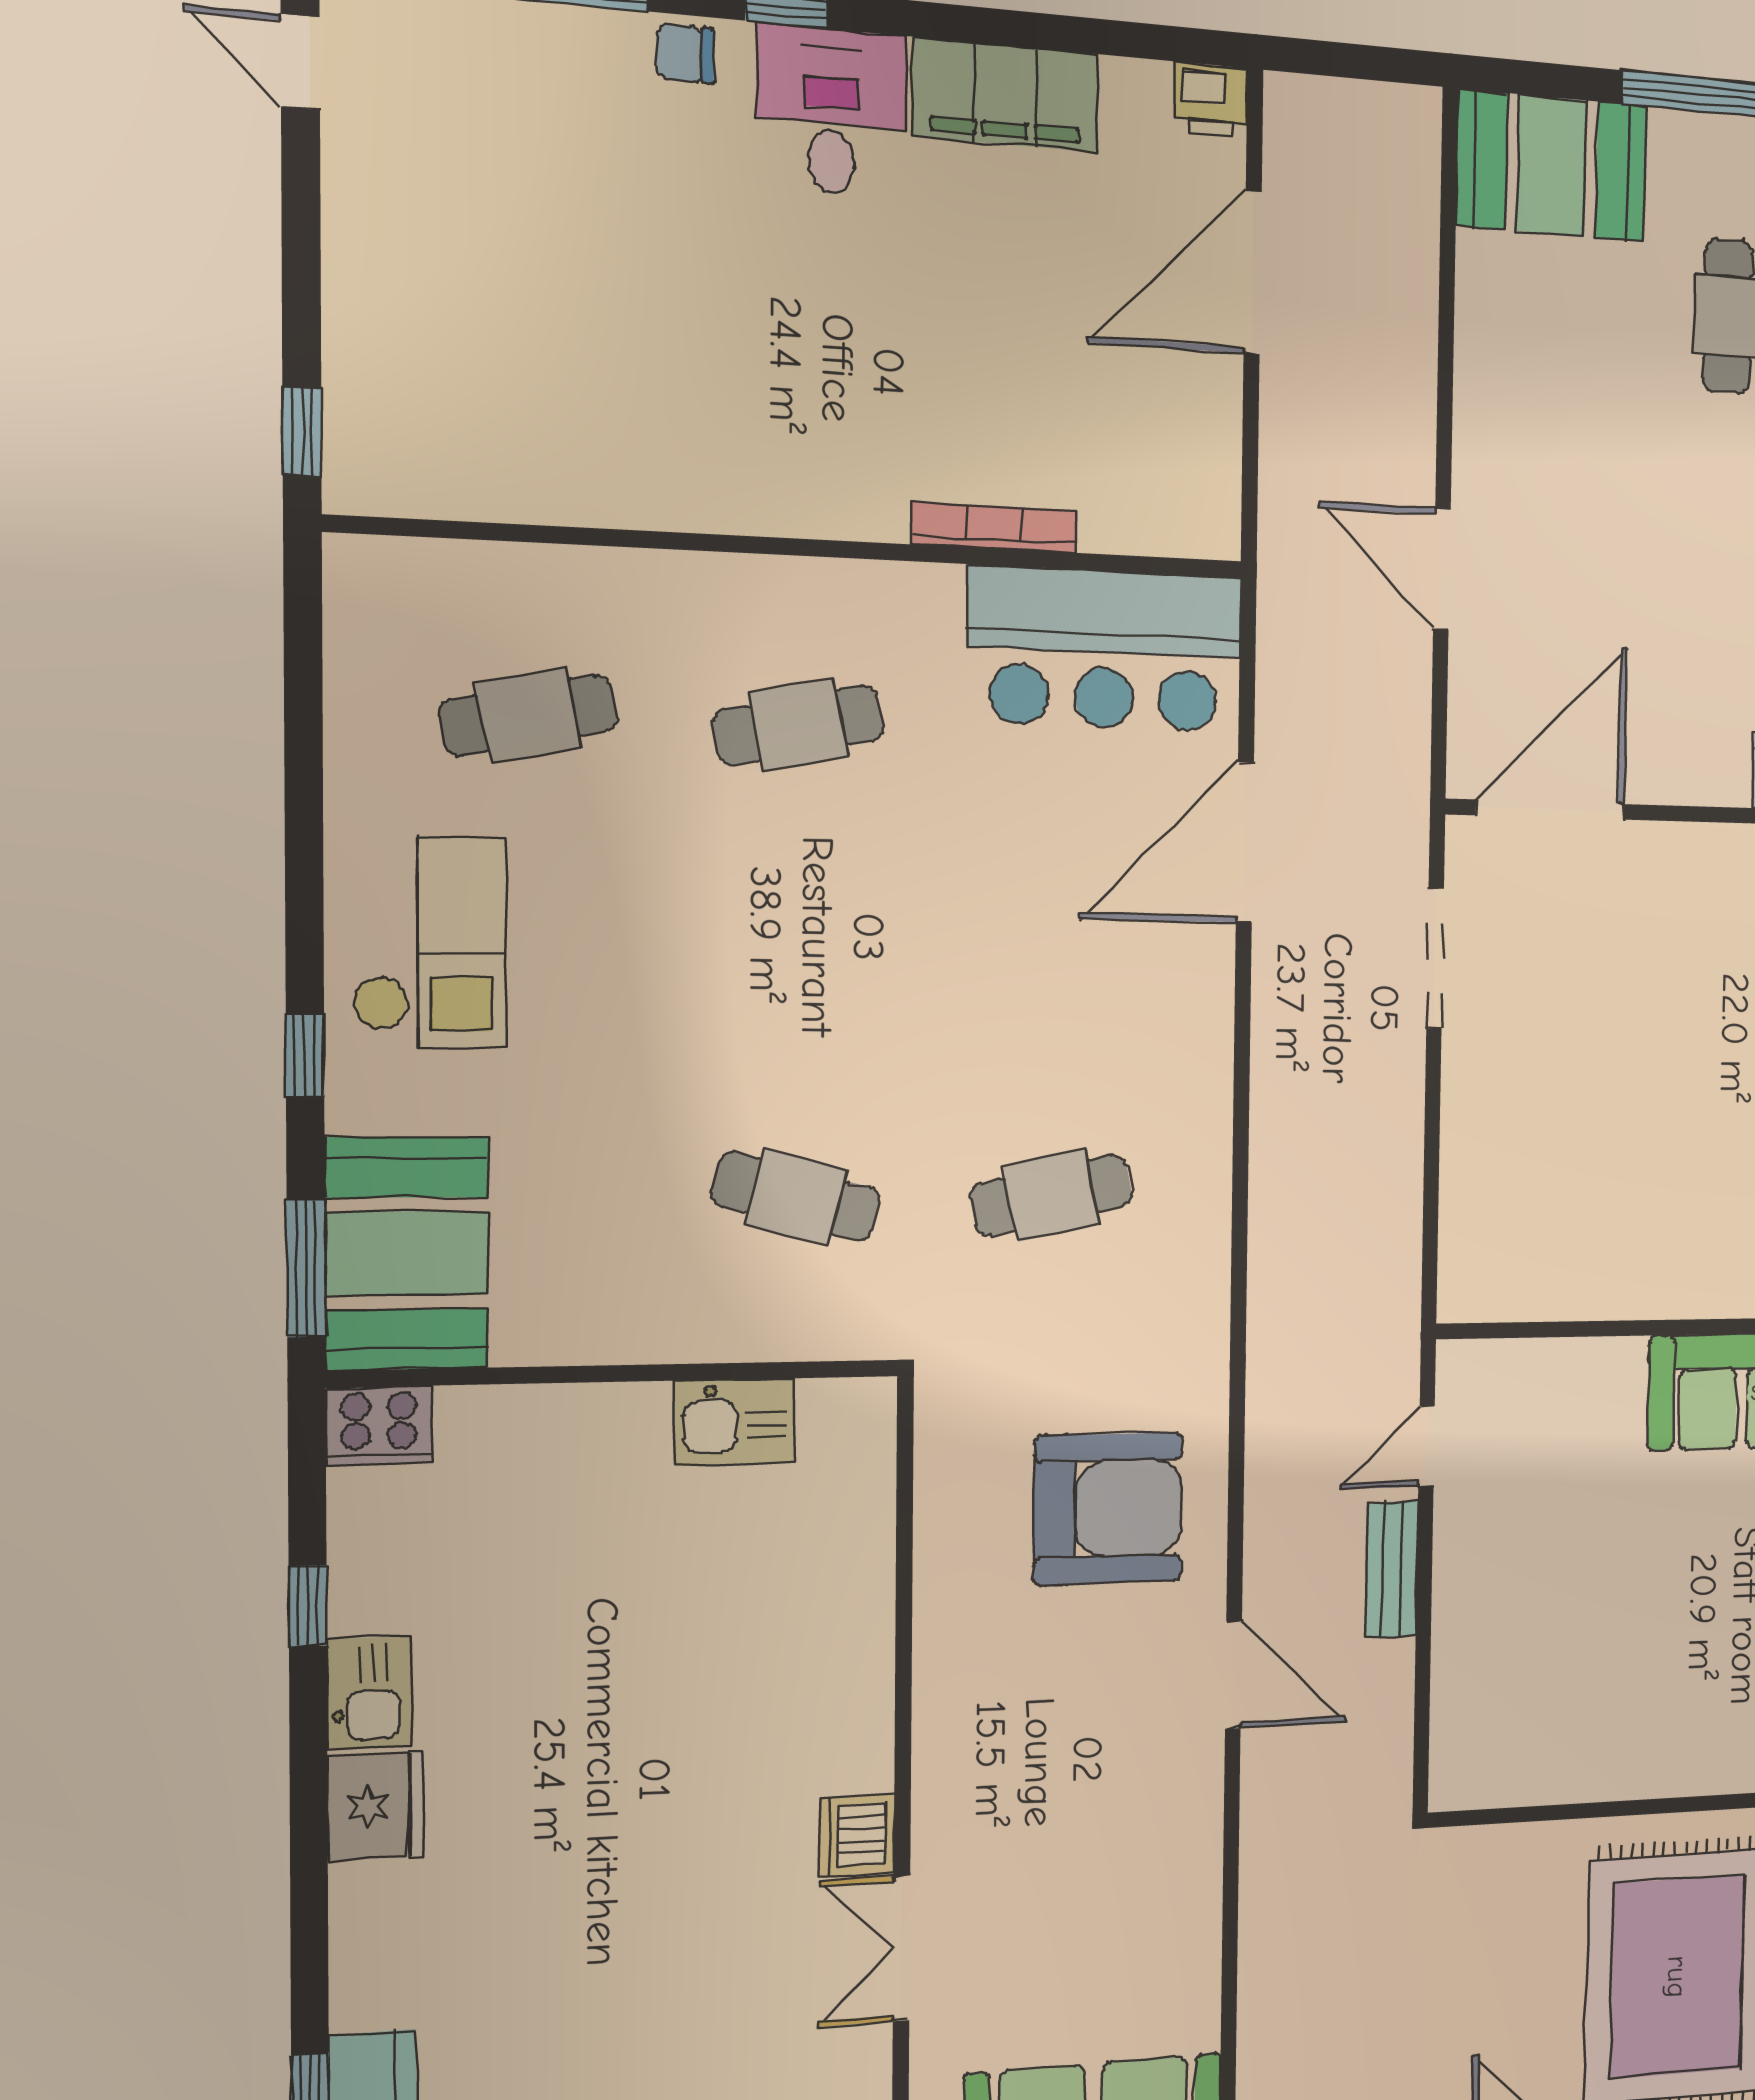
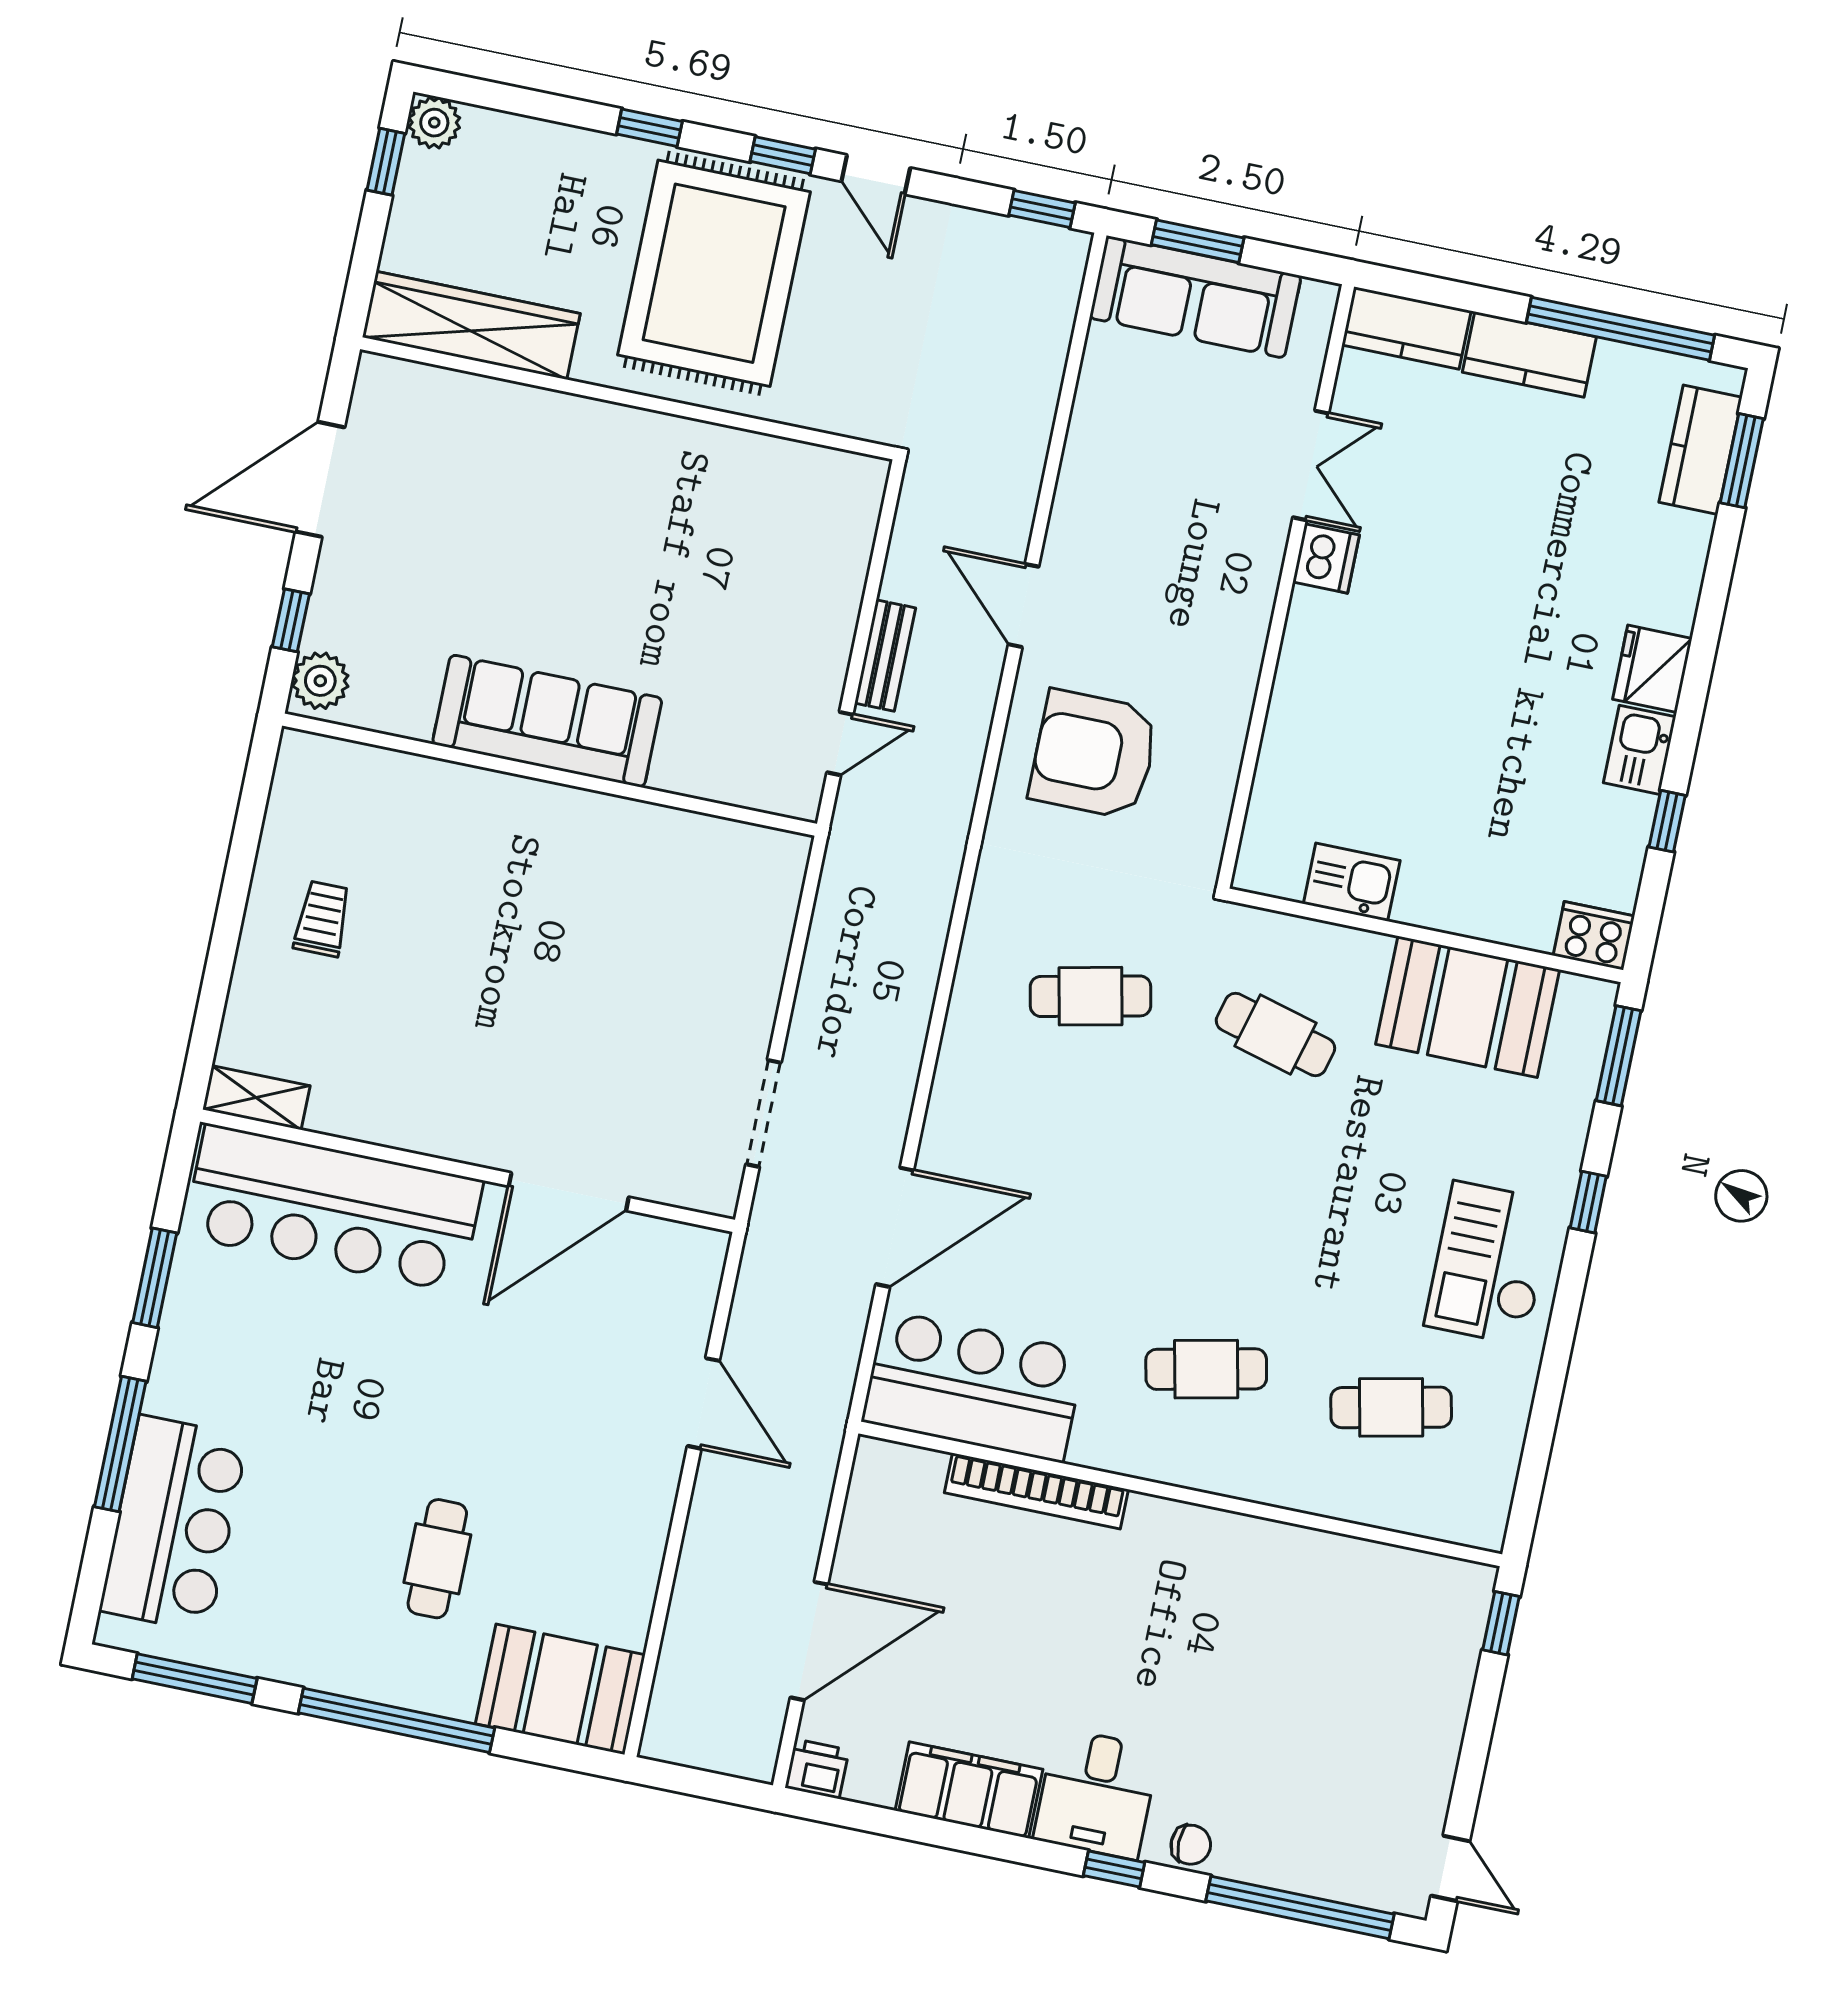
bookcase: (994, 527) -> (1036, 1491), width x1.48, depth x1.31
door: (1550, 810) -> (569, 1192), moved
booth: (407, 1253) -> (1468, 1007), moved, turned 90

